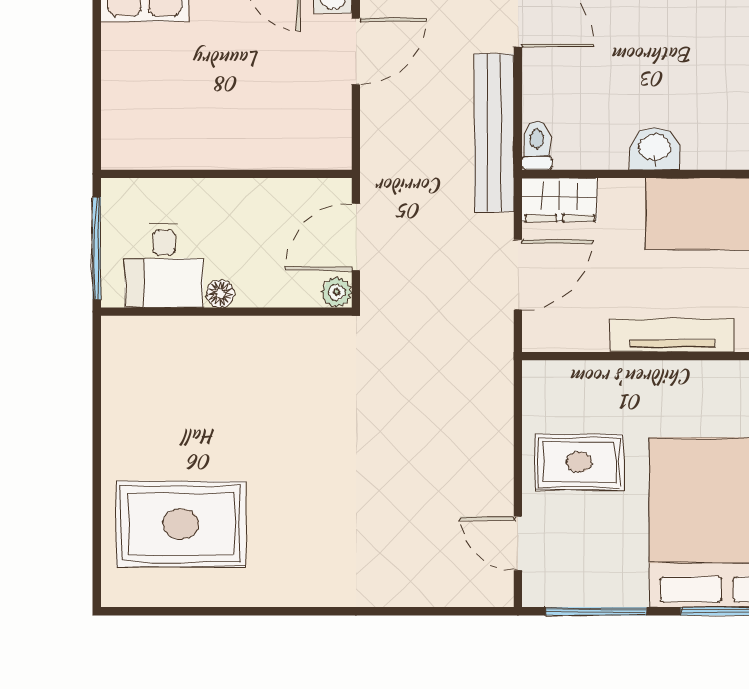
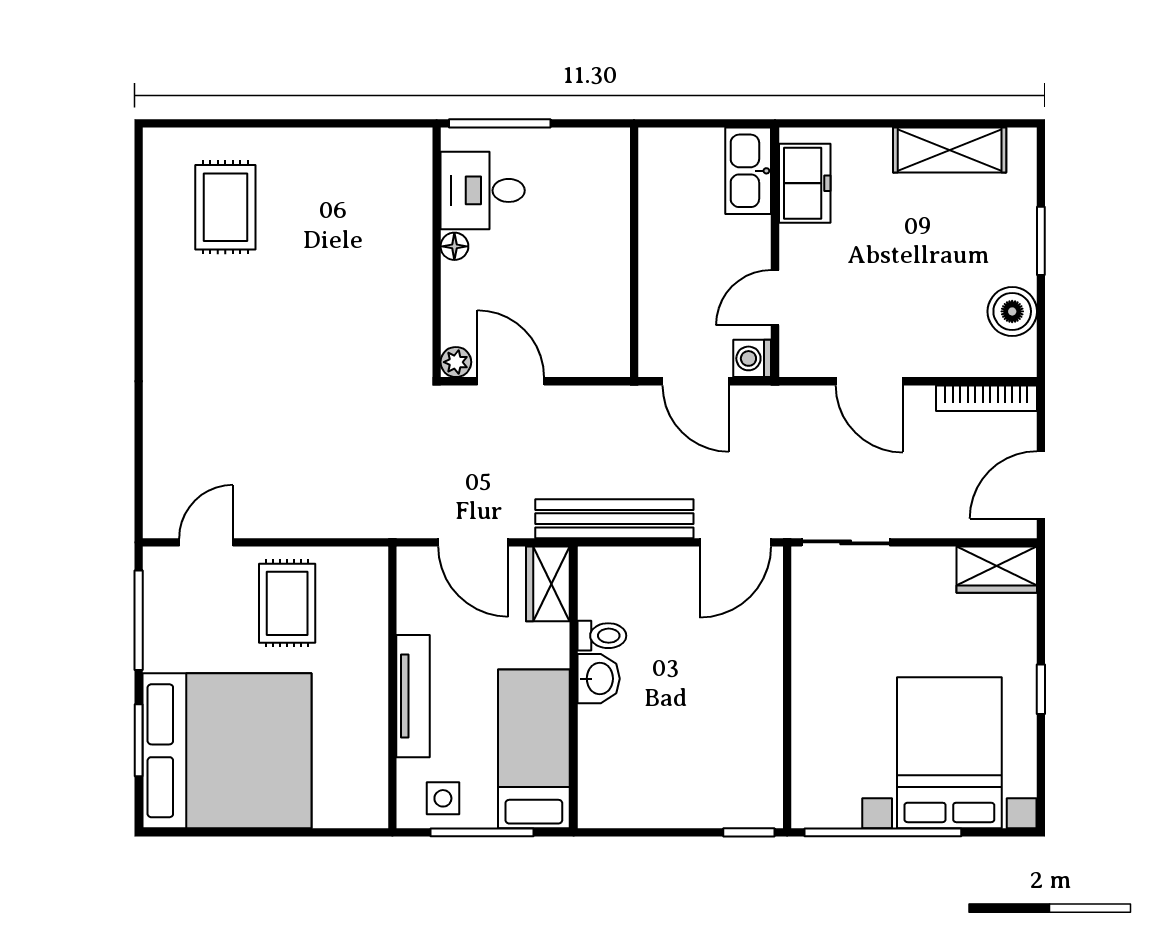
toilet: (537, 145) -> (602, 636), moved
wall: (226, 174) -> (634, 252), moved
rug: (181, 524) -> (225, 207), width x0.73, depth x0.70

